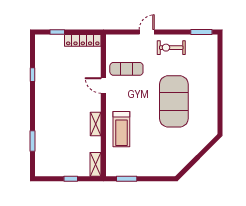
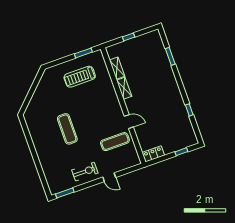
door: (147, 32) -> (109, 177), hinge flipped
locker: (83, 40) -> (153, 154), width x0.66
exercise mat: (174, 101) -> (67, 129), width x0.50, depth x0.69
treadmill: (121, 129) -> (80, 77), moved, turned -90
shelving: (96, 164) -> (117, 68), moved

